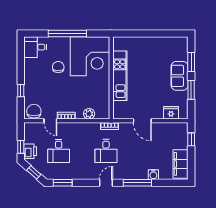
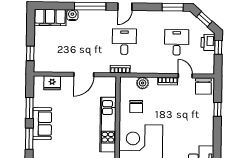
chair: (58, 67) -> (136, 107), moved
door: (142, 121) -> (84, 74), swing flipped
filing cabinet: (181, 164) -> (50, 17), moved, turned 90

